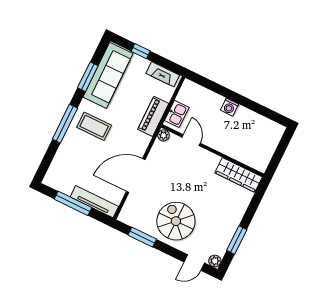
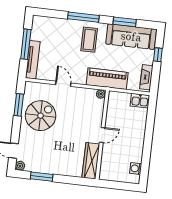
washing machine: (230, 107) -> (136, 168), moved
kitchen sink: (177, 114) -> (140, 101), moved
piano: (153, 116) -> (107, 79), width x1.37, depth x1.33
door: (191, 140) -> (102, 135), moved
door: (136, 176) -> (63, 84), width x0.53
spiral stairs: (176, 221) -> (41, 116), moved

